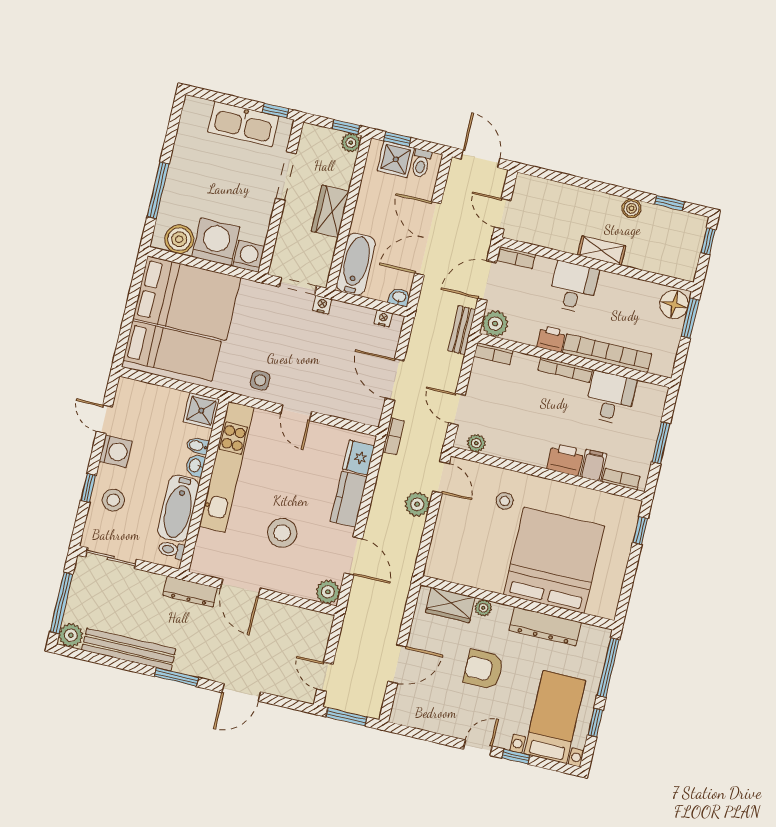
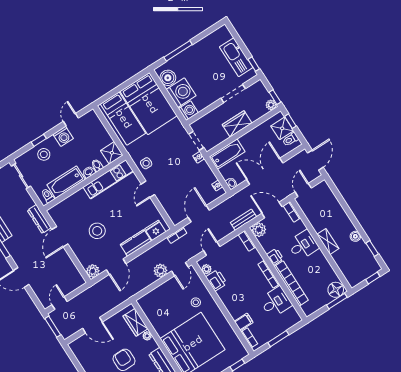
printer: (565, 460) -> (216, 280), moved
kitchen unit: (227, 467) -> (108, 179), width x0.73

